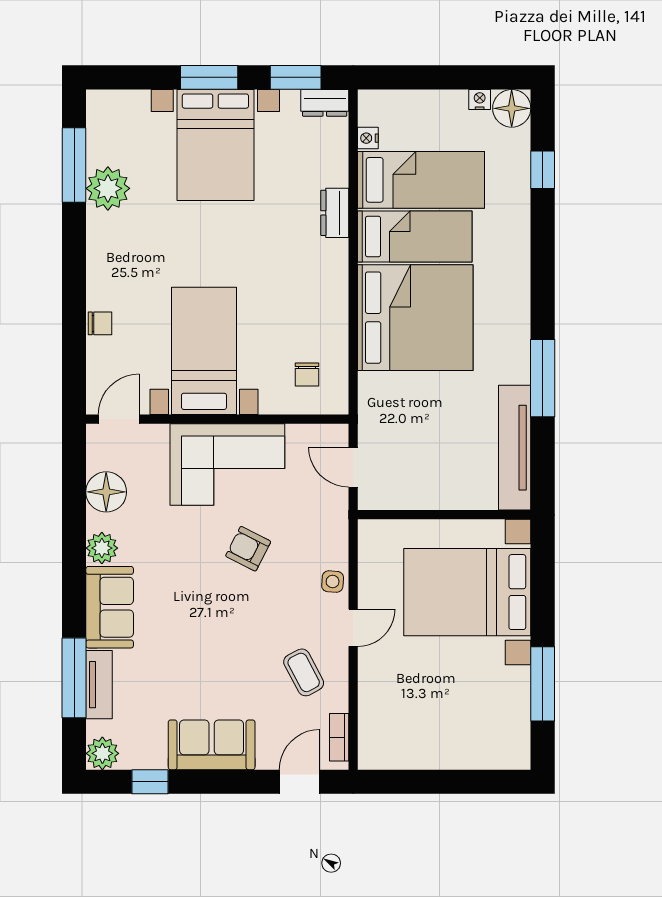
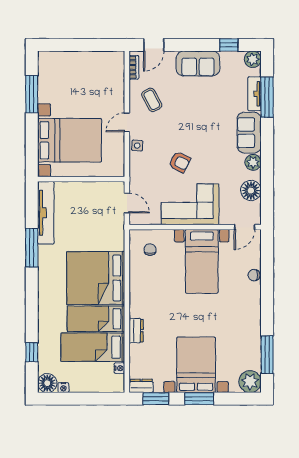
plant: (108, 188) -> (250, 382), moved

